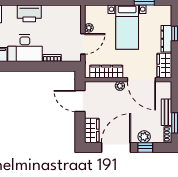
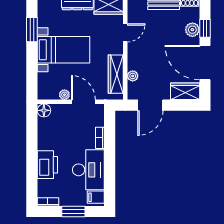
floor lamp: (75, 10) -> (44, 110), added
door: (141, 80) -> (125, 33), width x0.53
plant: (120, 86) -> (133, 76), moved

